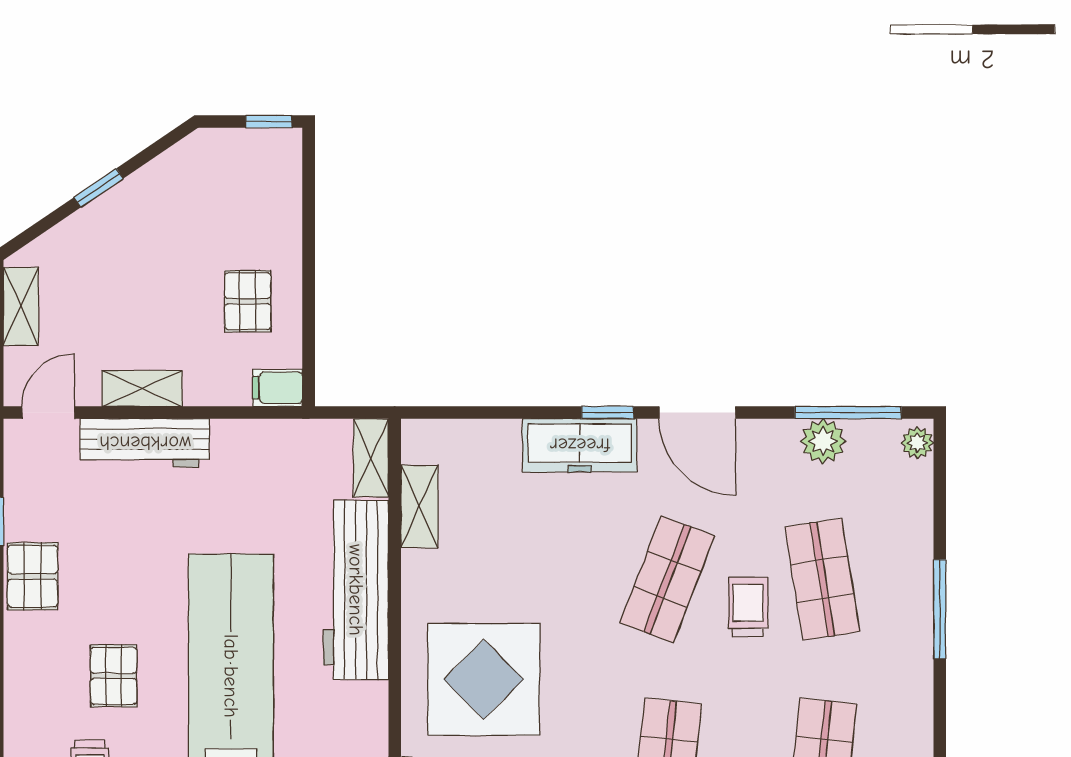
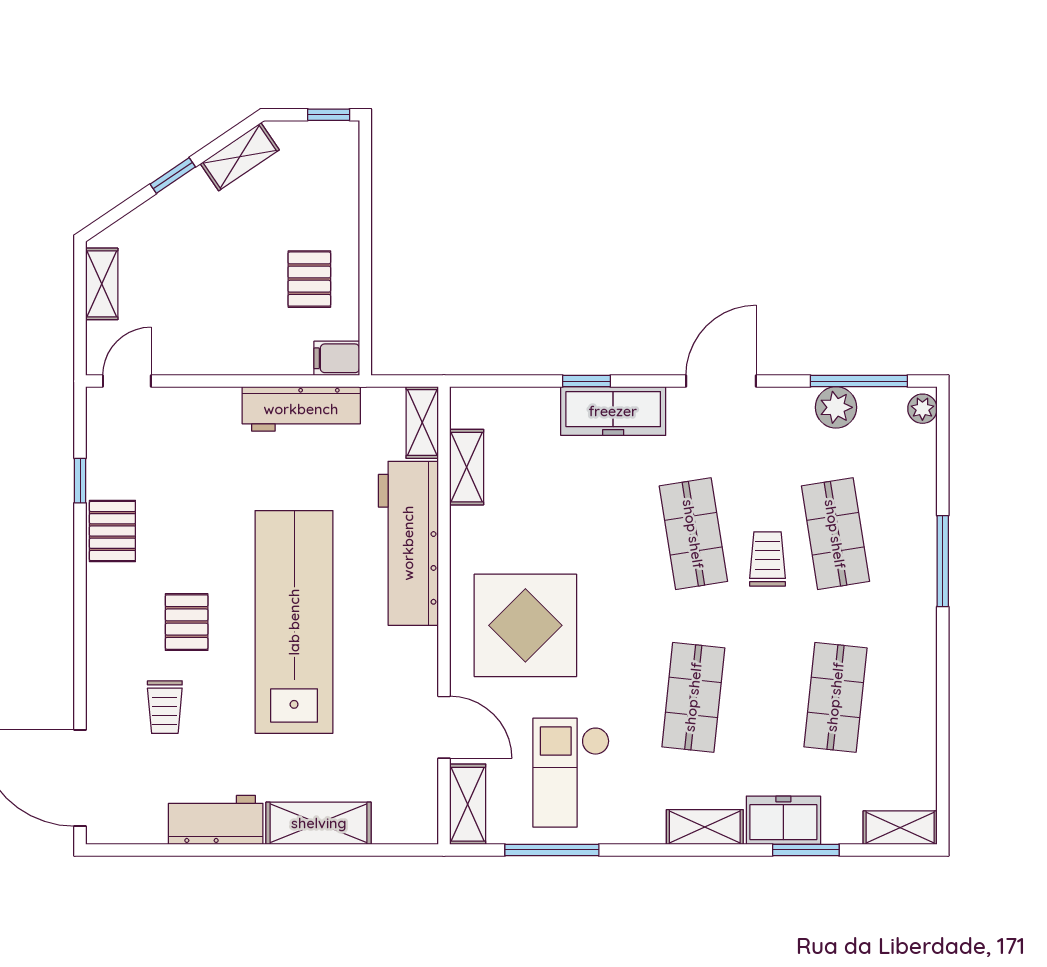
shelving: (142, 388) -> (240, 157), moved, turned -34
window: (608, 413) -> (587, 381), moved
door: (697, 413) -> (721, 381), swing flipped
workbench: (145, 443) -> (301, 409), moved
shop shelf: (667, 579) -> (693, 534), turned -30

